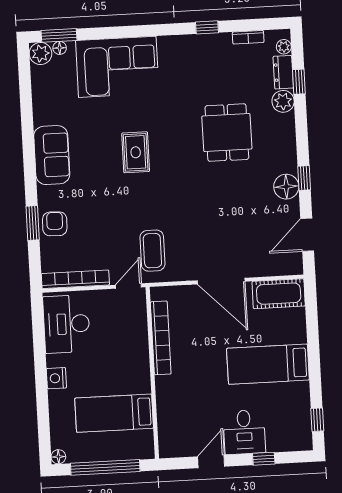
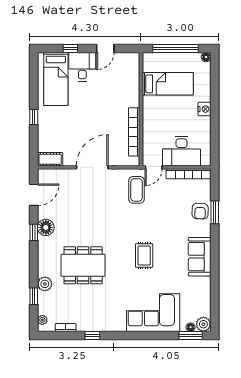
dresser: (283, 72) -> (44, 303), removed
dining table: (227, 133) -> (83, 265), width x1.38
door: (221, 281) -> (92, 167), hinge flipped
cot: (279, 294) -> (50, 159), width x0.73, depth x0.75
desk: (66, 324) -> (181, 151), moved, turned 90
bed: (268, 364) -> (56, 79), moved, turned 90
window: (317, 420) -> (34, 117), moved

